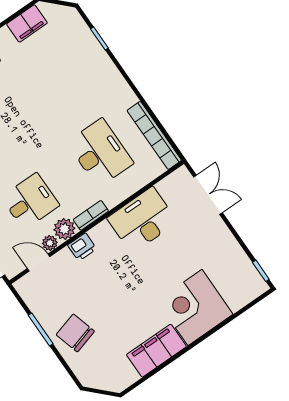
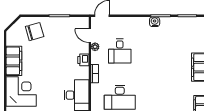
plant: (64, 229) -> (97, 58), removed
door: (39, 262) -> (90, 36), swing flipped
chair: (75, 333) -> (35, 32), moved

